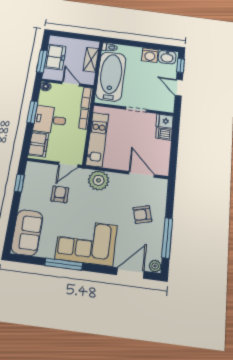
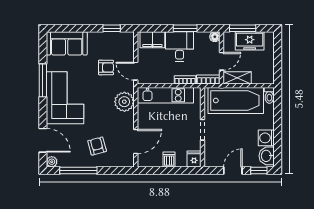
shelving: (91, 60) -> (237, 78), moved
dishwasher: (164, 134) -> (169, 160), moved

